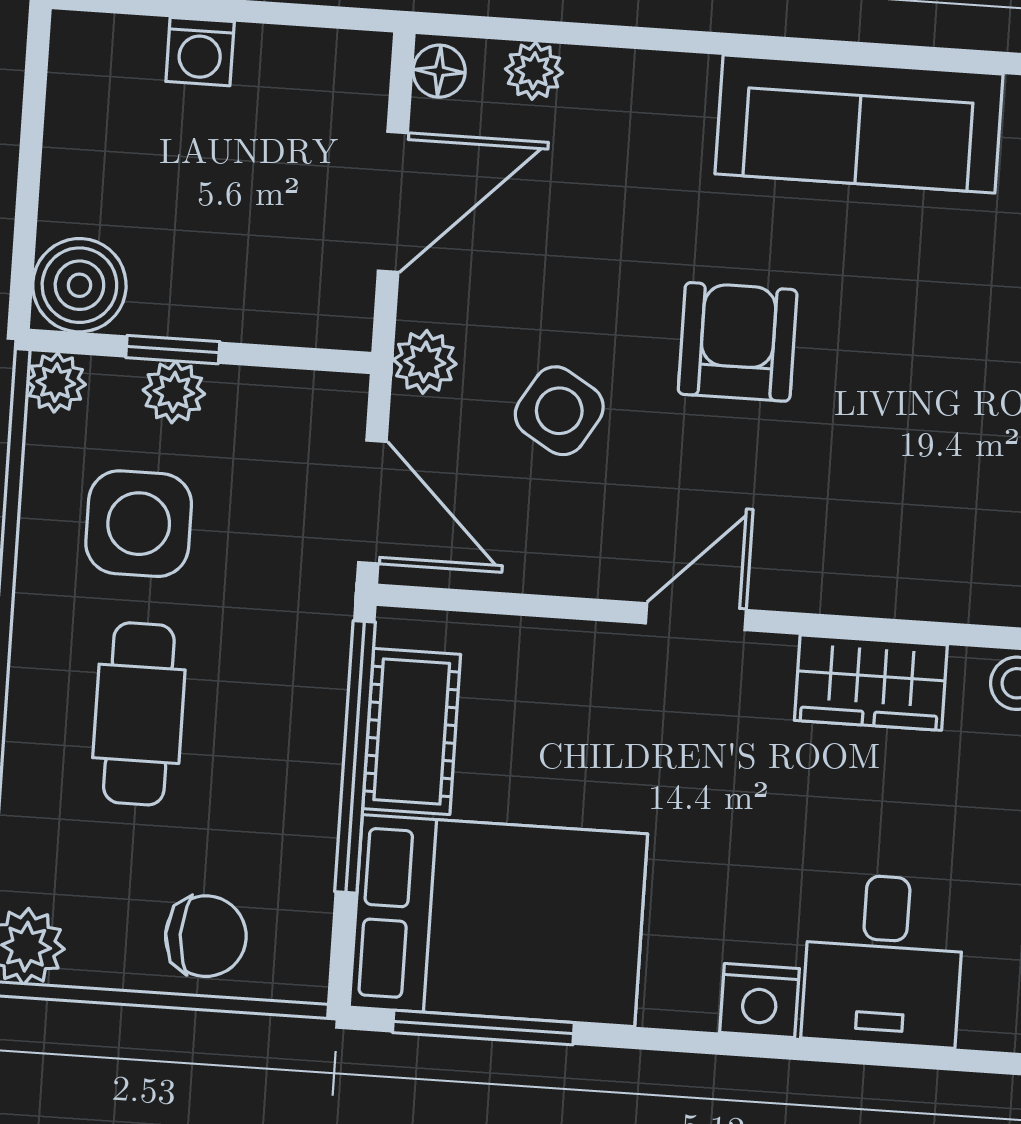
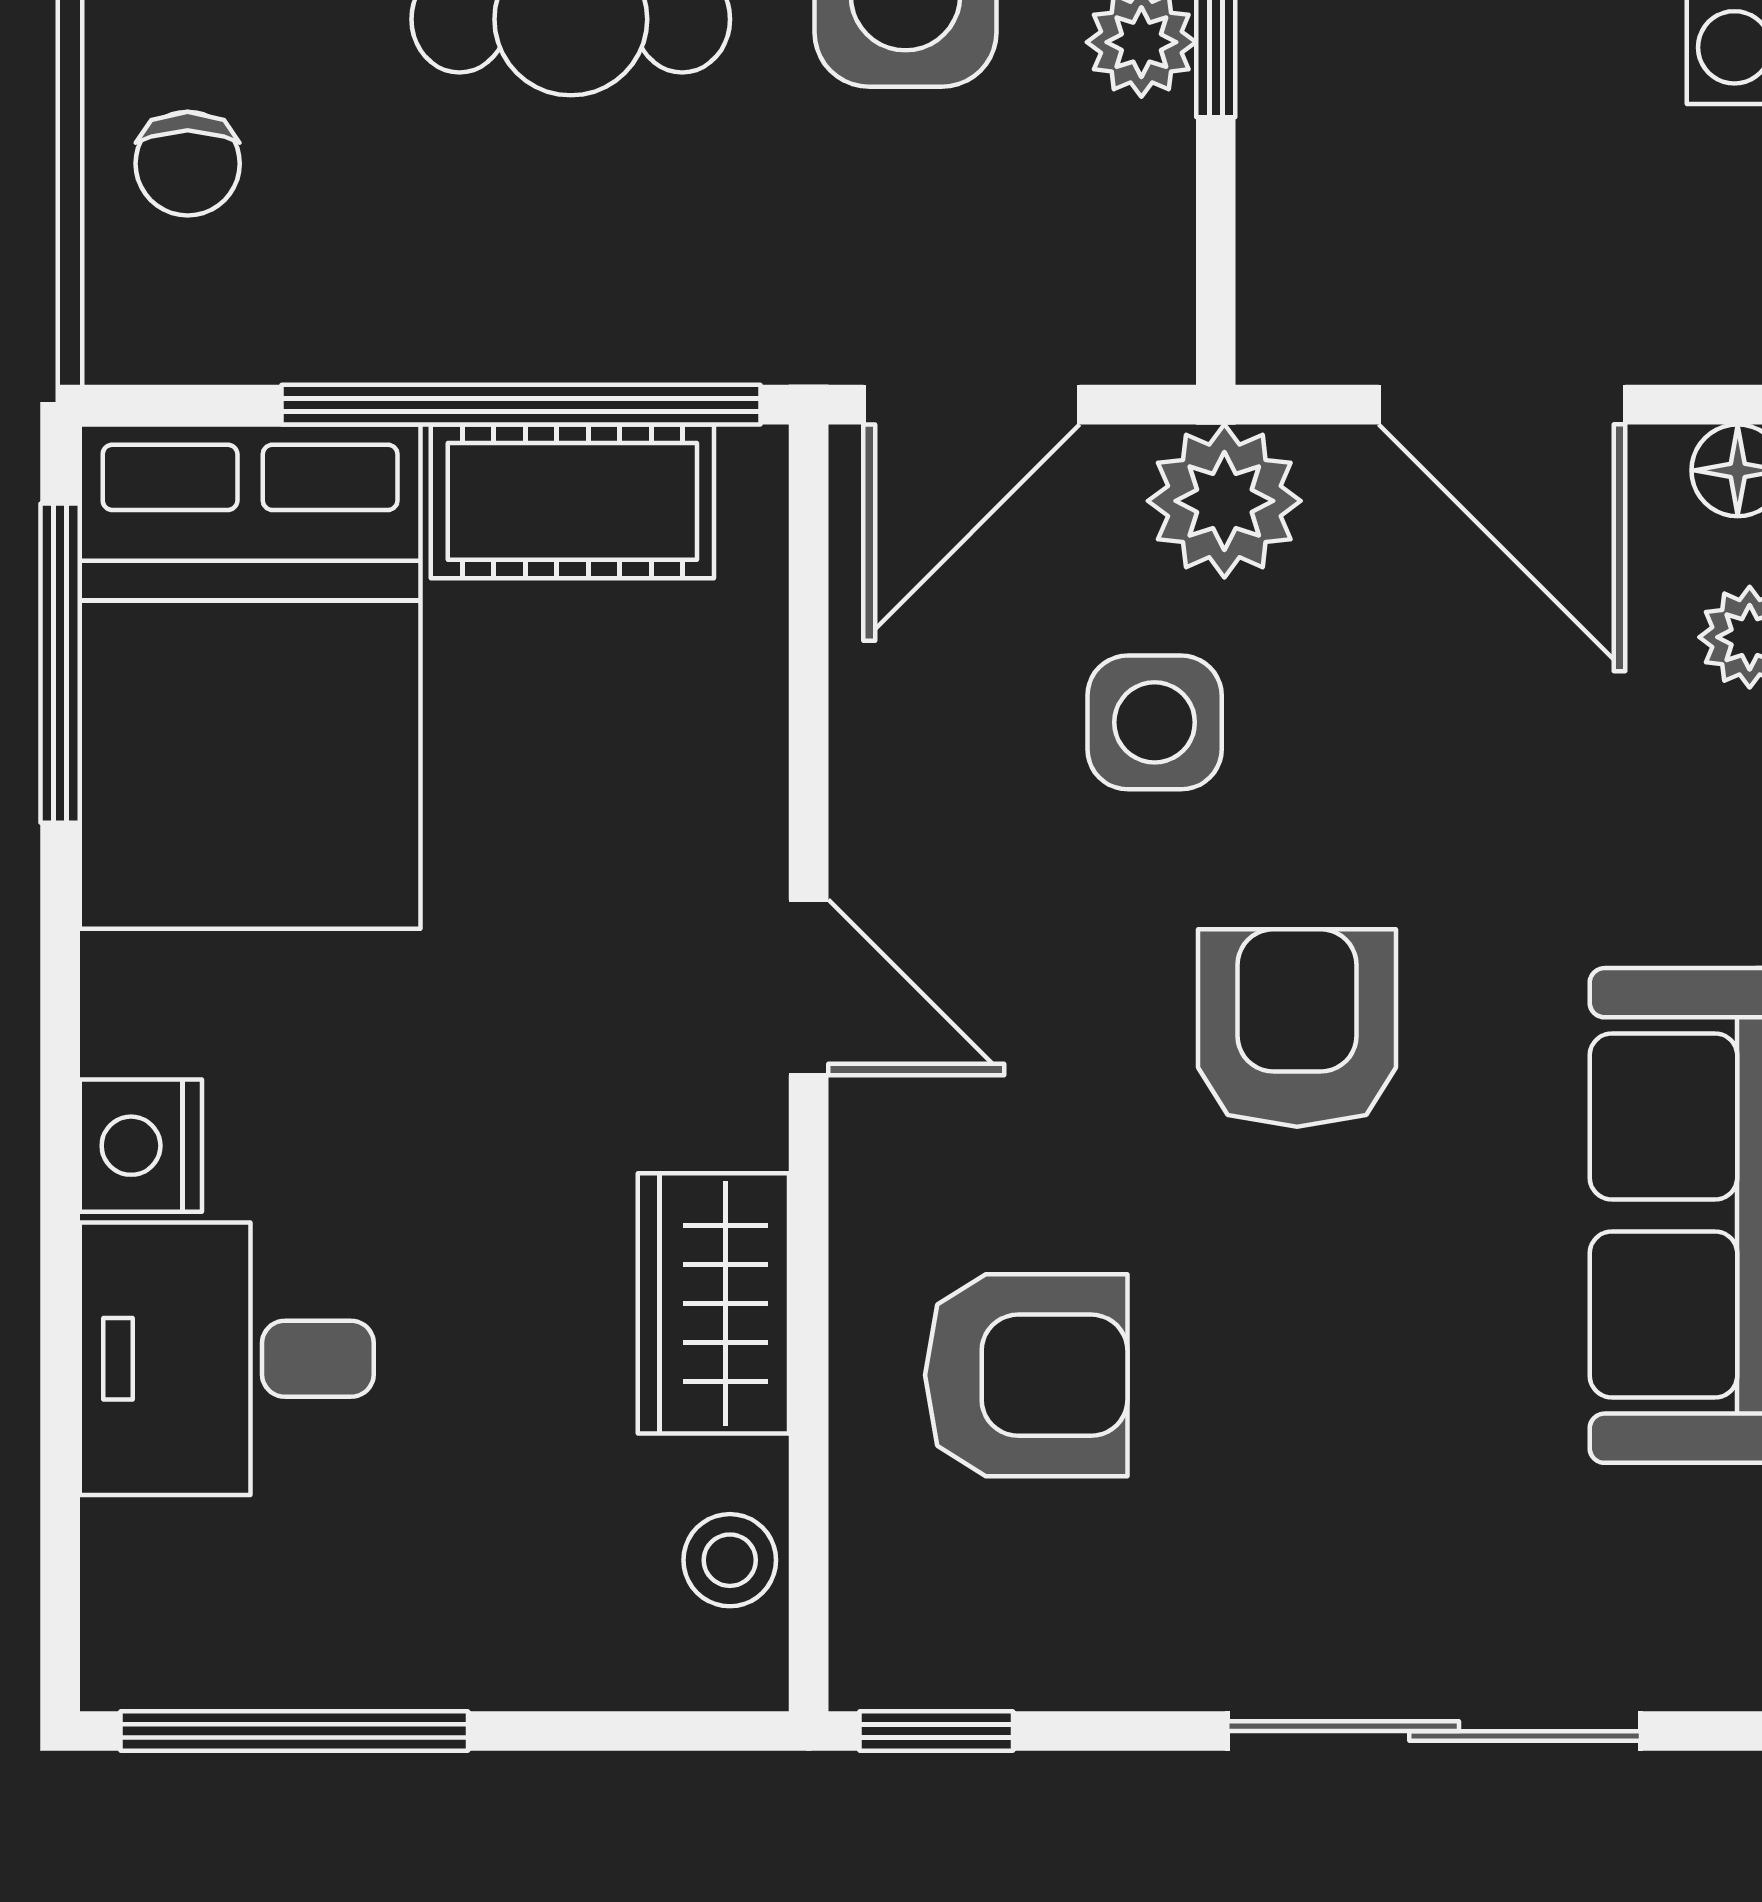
armchair: (738, 342) -> (1297, 1028), turned -90
plant: (425, 362) -> (1224, 501), width x1.38, depth x1.38
side table: (559, 411) -> (1155, 722), turned -31
armchair: (924, 508) -> (1026, 1375), added
chair: (206, 936) -> (188, 164), width x0.73, depth x0.73

